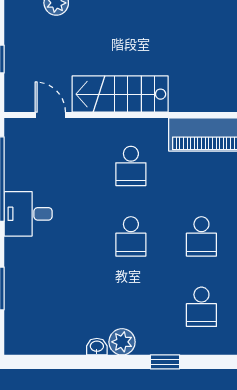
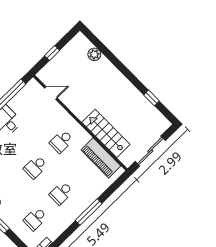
stairs: (120, 94) -> (106, 133), moved
door: (50, 115) -> (51, 93), hinge flipped

